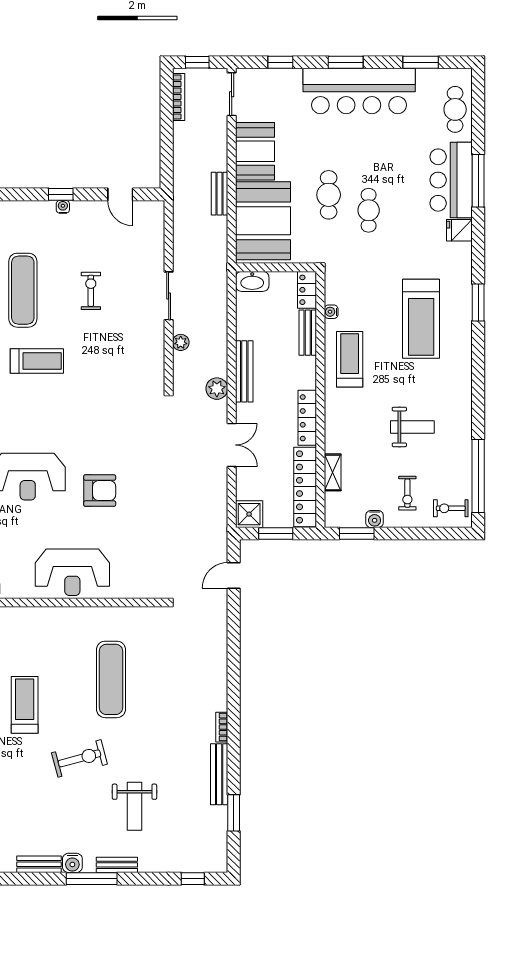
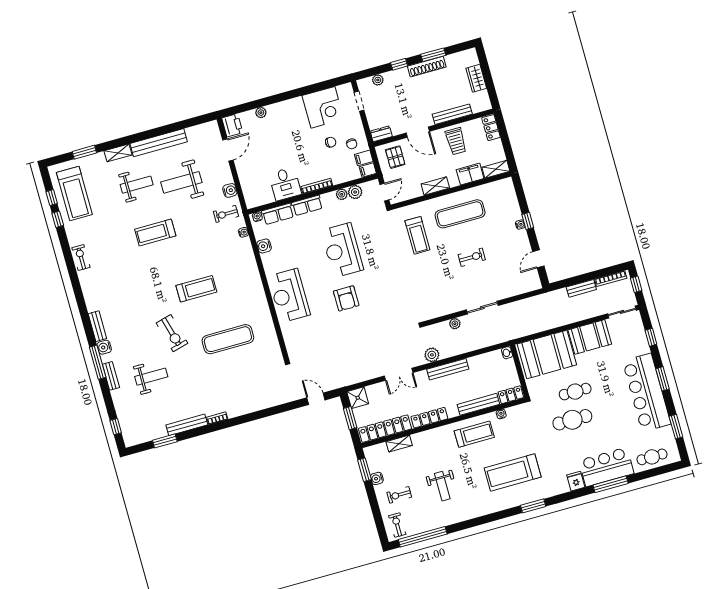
bench: (220, 194) -> (581, 288), moved
cafe table: (369, 210) -> (572, 420), width x1.37, depth x1.35
washbasin: (252, 281) -> (507, 353), width x0.52, depth x0.69
bench: (308, 333) -> (478, 404), width x1.36
weight bench: (134, 806) -> (151, 377), turned 180

